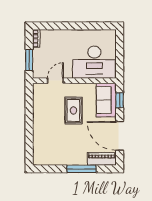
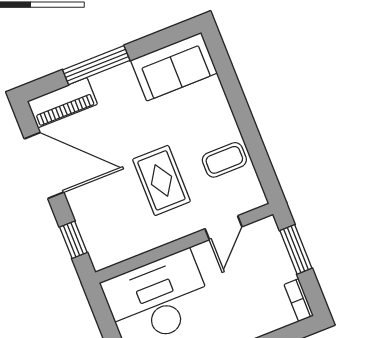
sofa: (106, 100) -> (174, 67), moved, turned 90
coffee table: (44, 109) -> (224, 160), added

